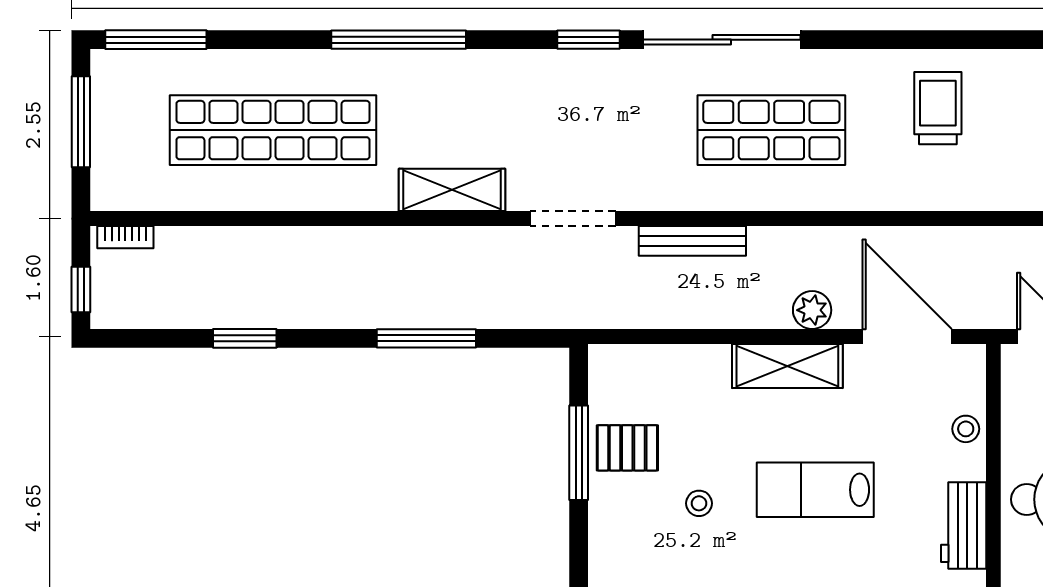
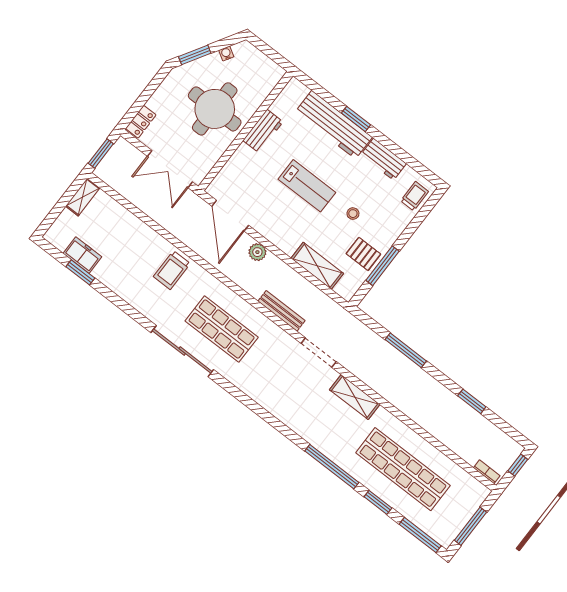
window: (589, 40) -> (378, 502), moved
sliding door: (722, 40) -> (182, 351), moved
trolley: (938, 108) -> (172, 270), moved
shelving: (787, 366) -> (317, 266), moved
stool: (966, 429) -> (235, 166), removed

